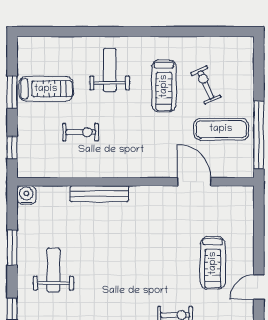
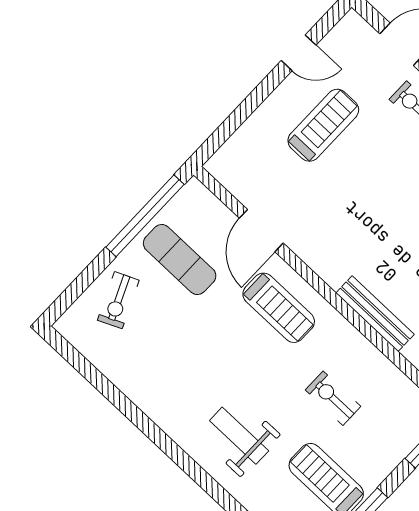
weight bench: (110, 70) -> (239, 436), turned 90
exercise bike: (206, 85) -> (118, 300), moved
treadmill: (164, 86) -> (279, 308), moved, turned 90

